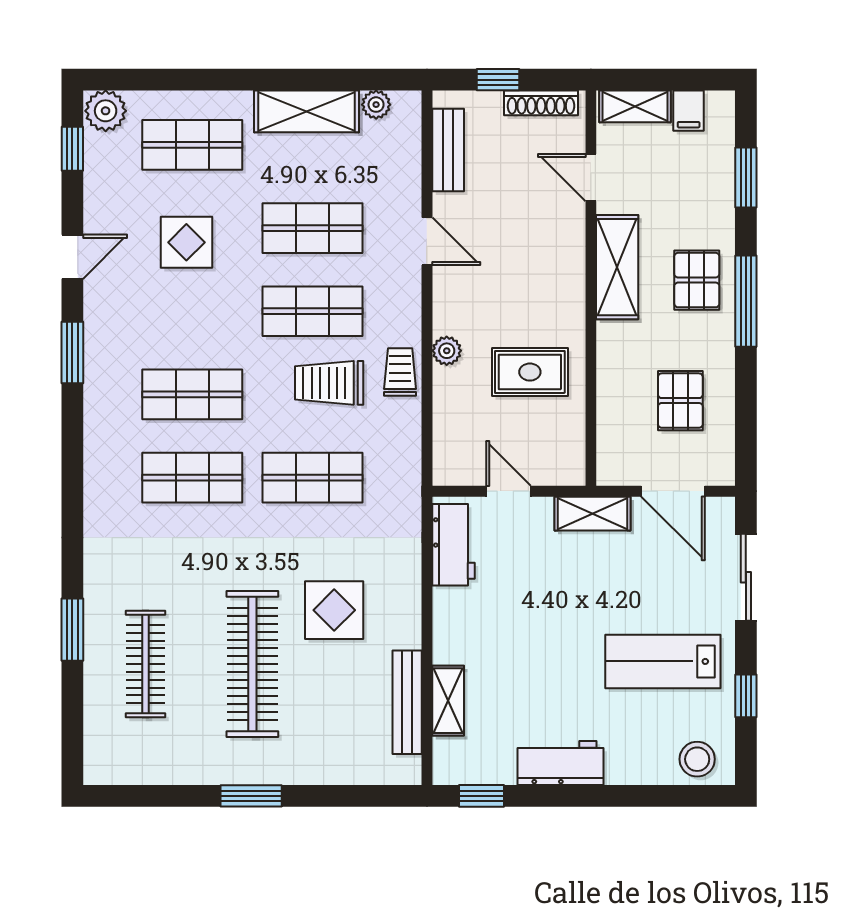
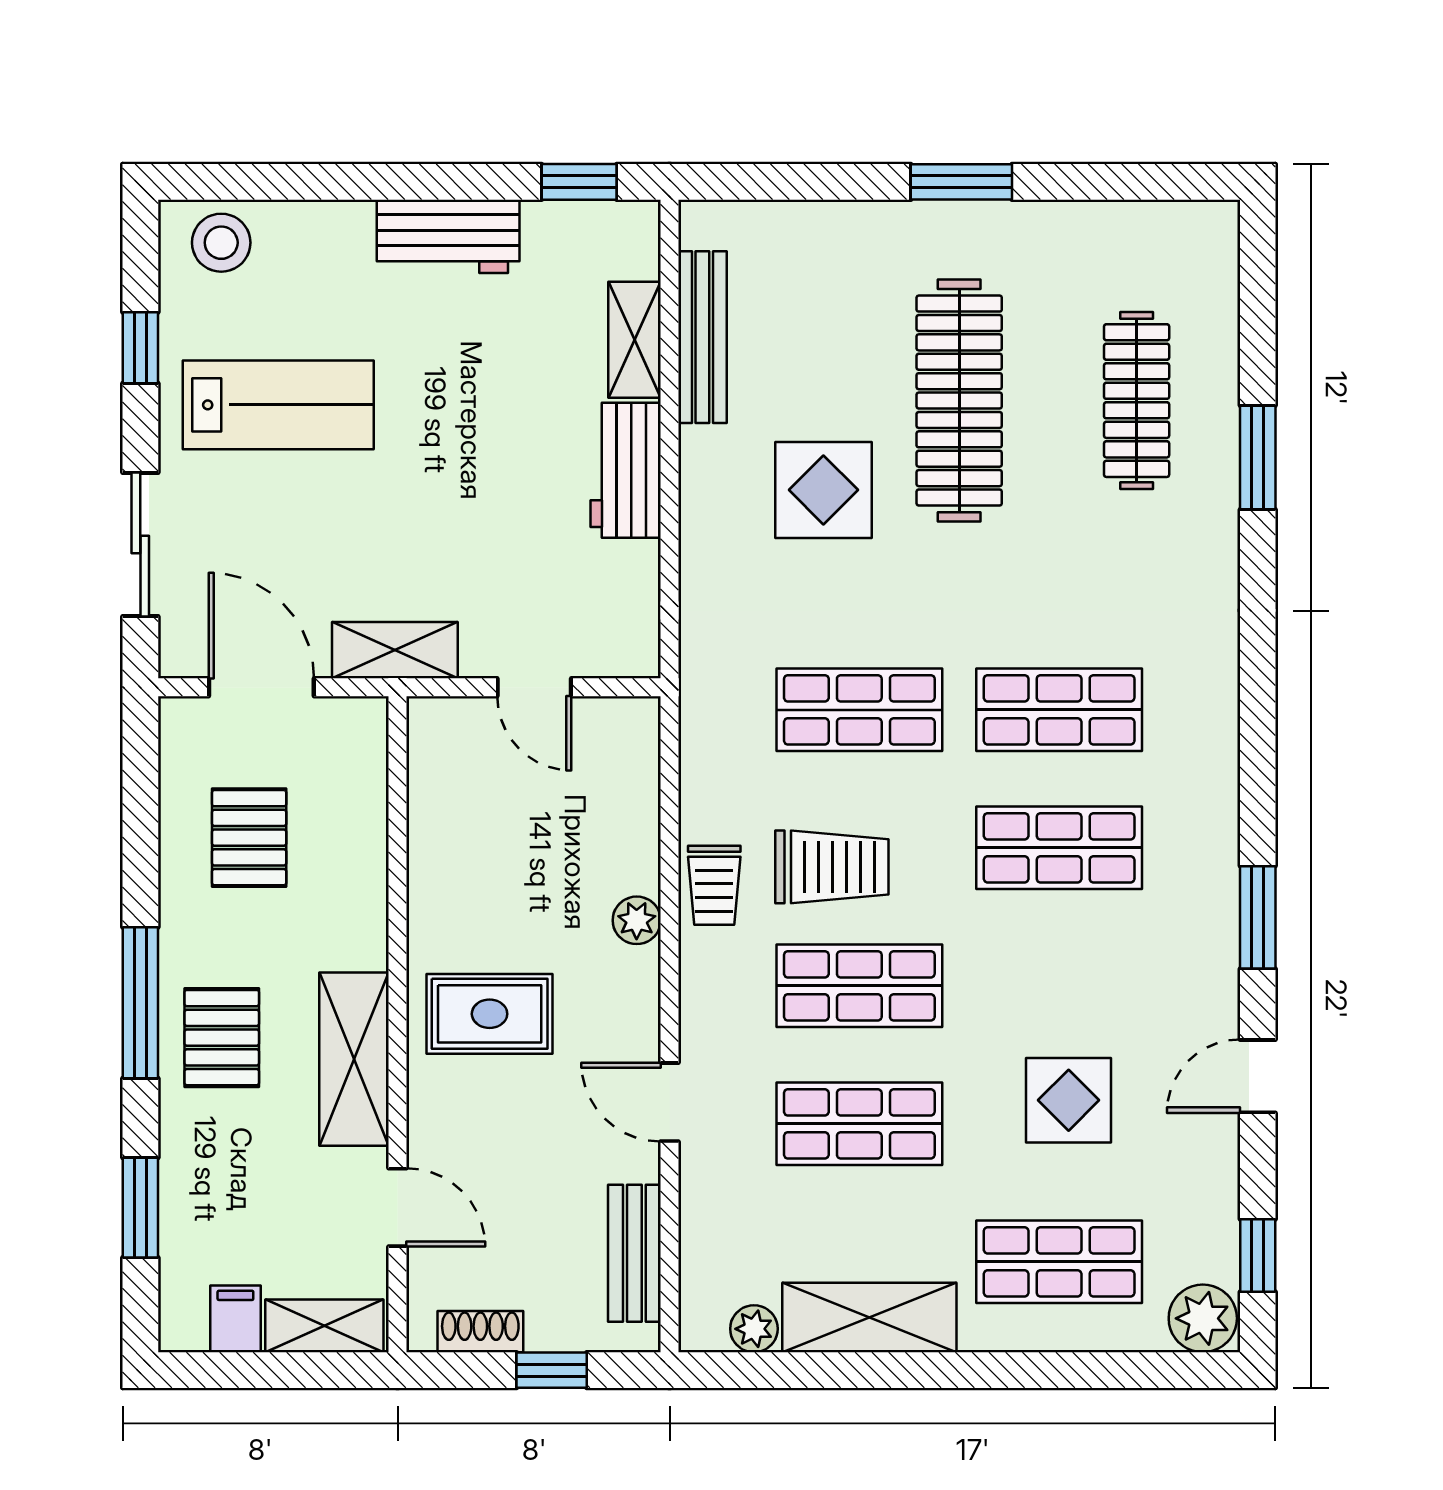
shoe rack: (541, 103) -> (480, 1332), width x0.70
rug: (530, 372) -> (490, 1014), moved
workbench: (453, 545) -> (626, 470), moved

